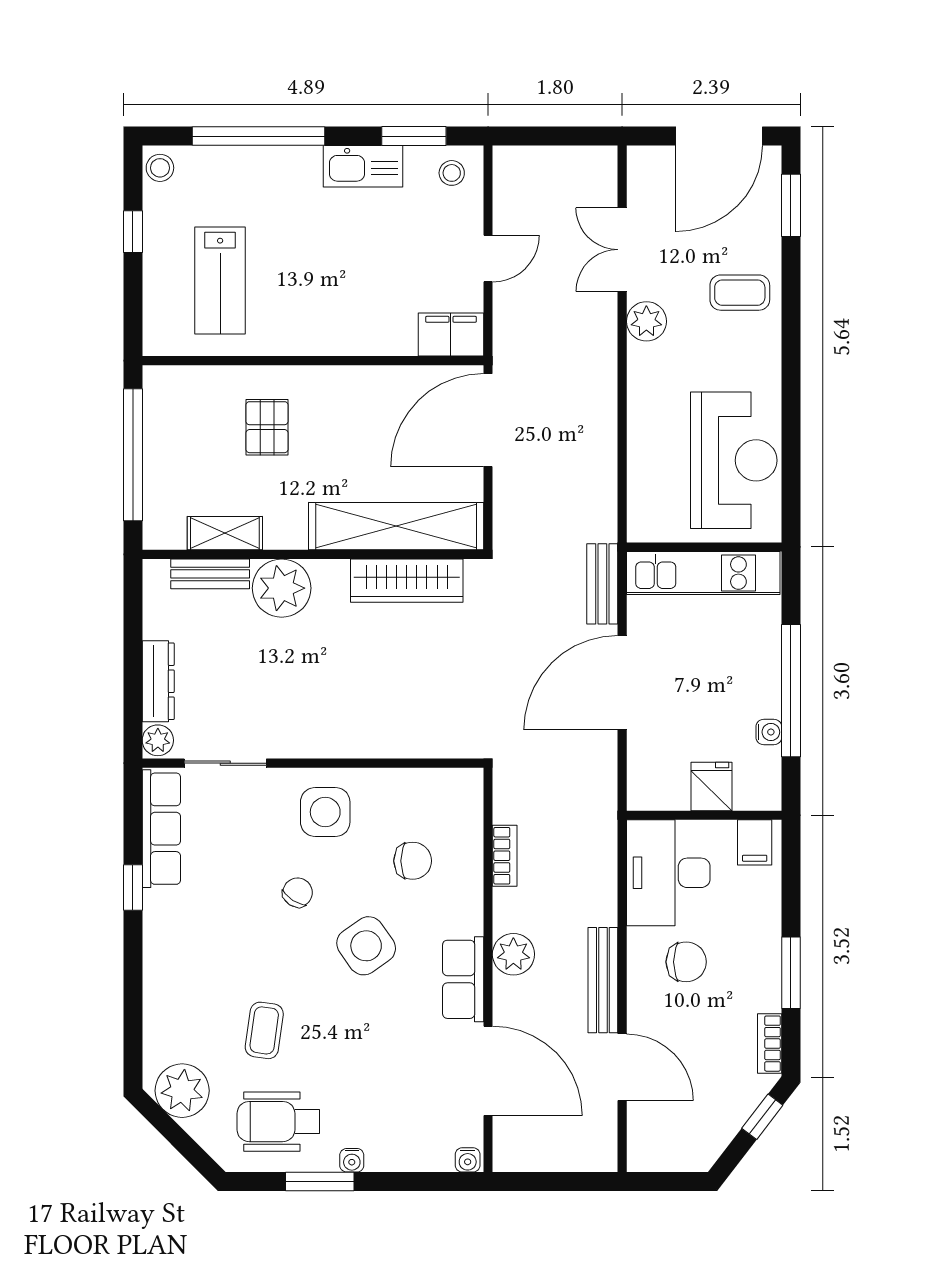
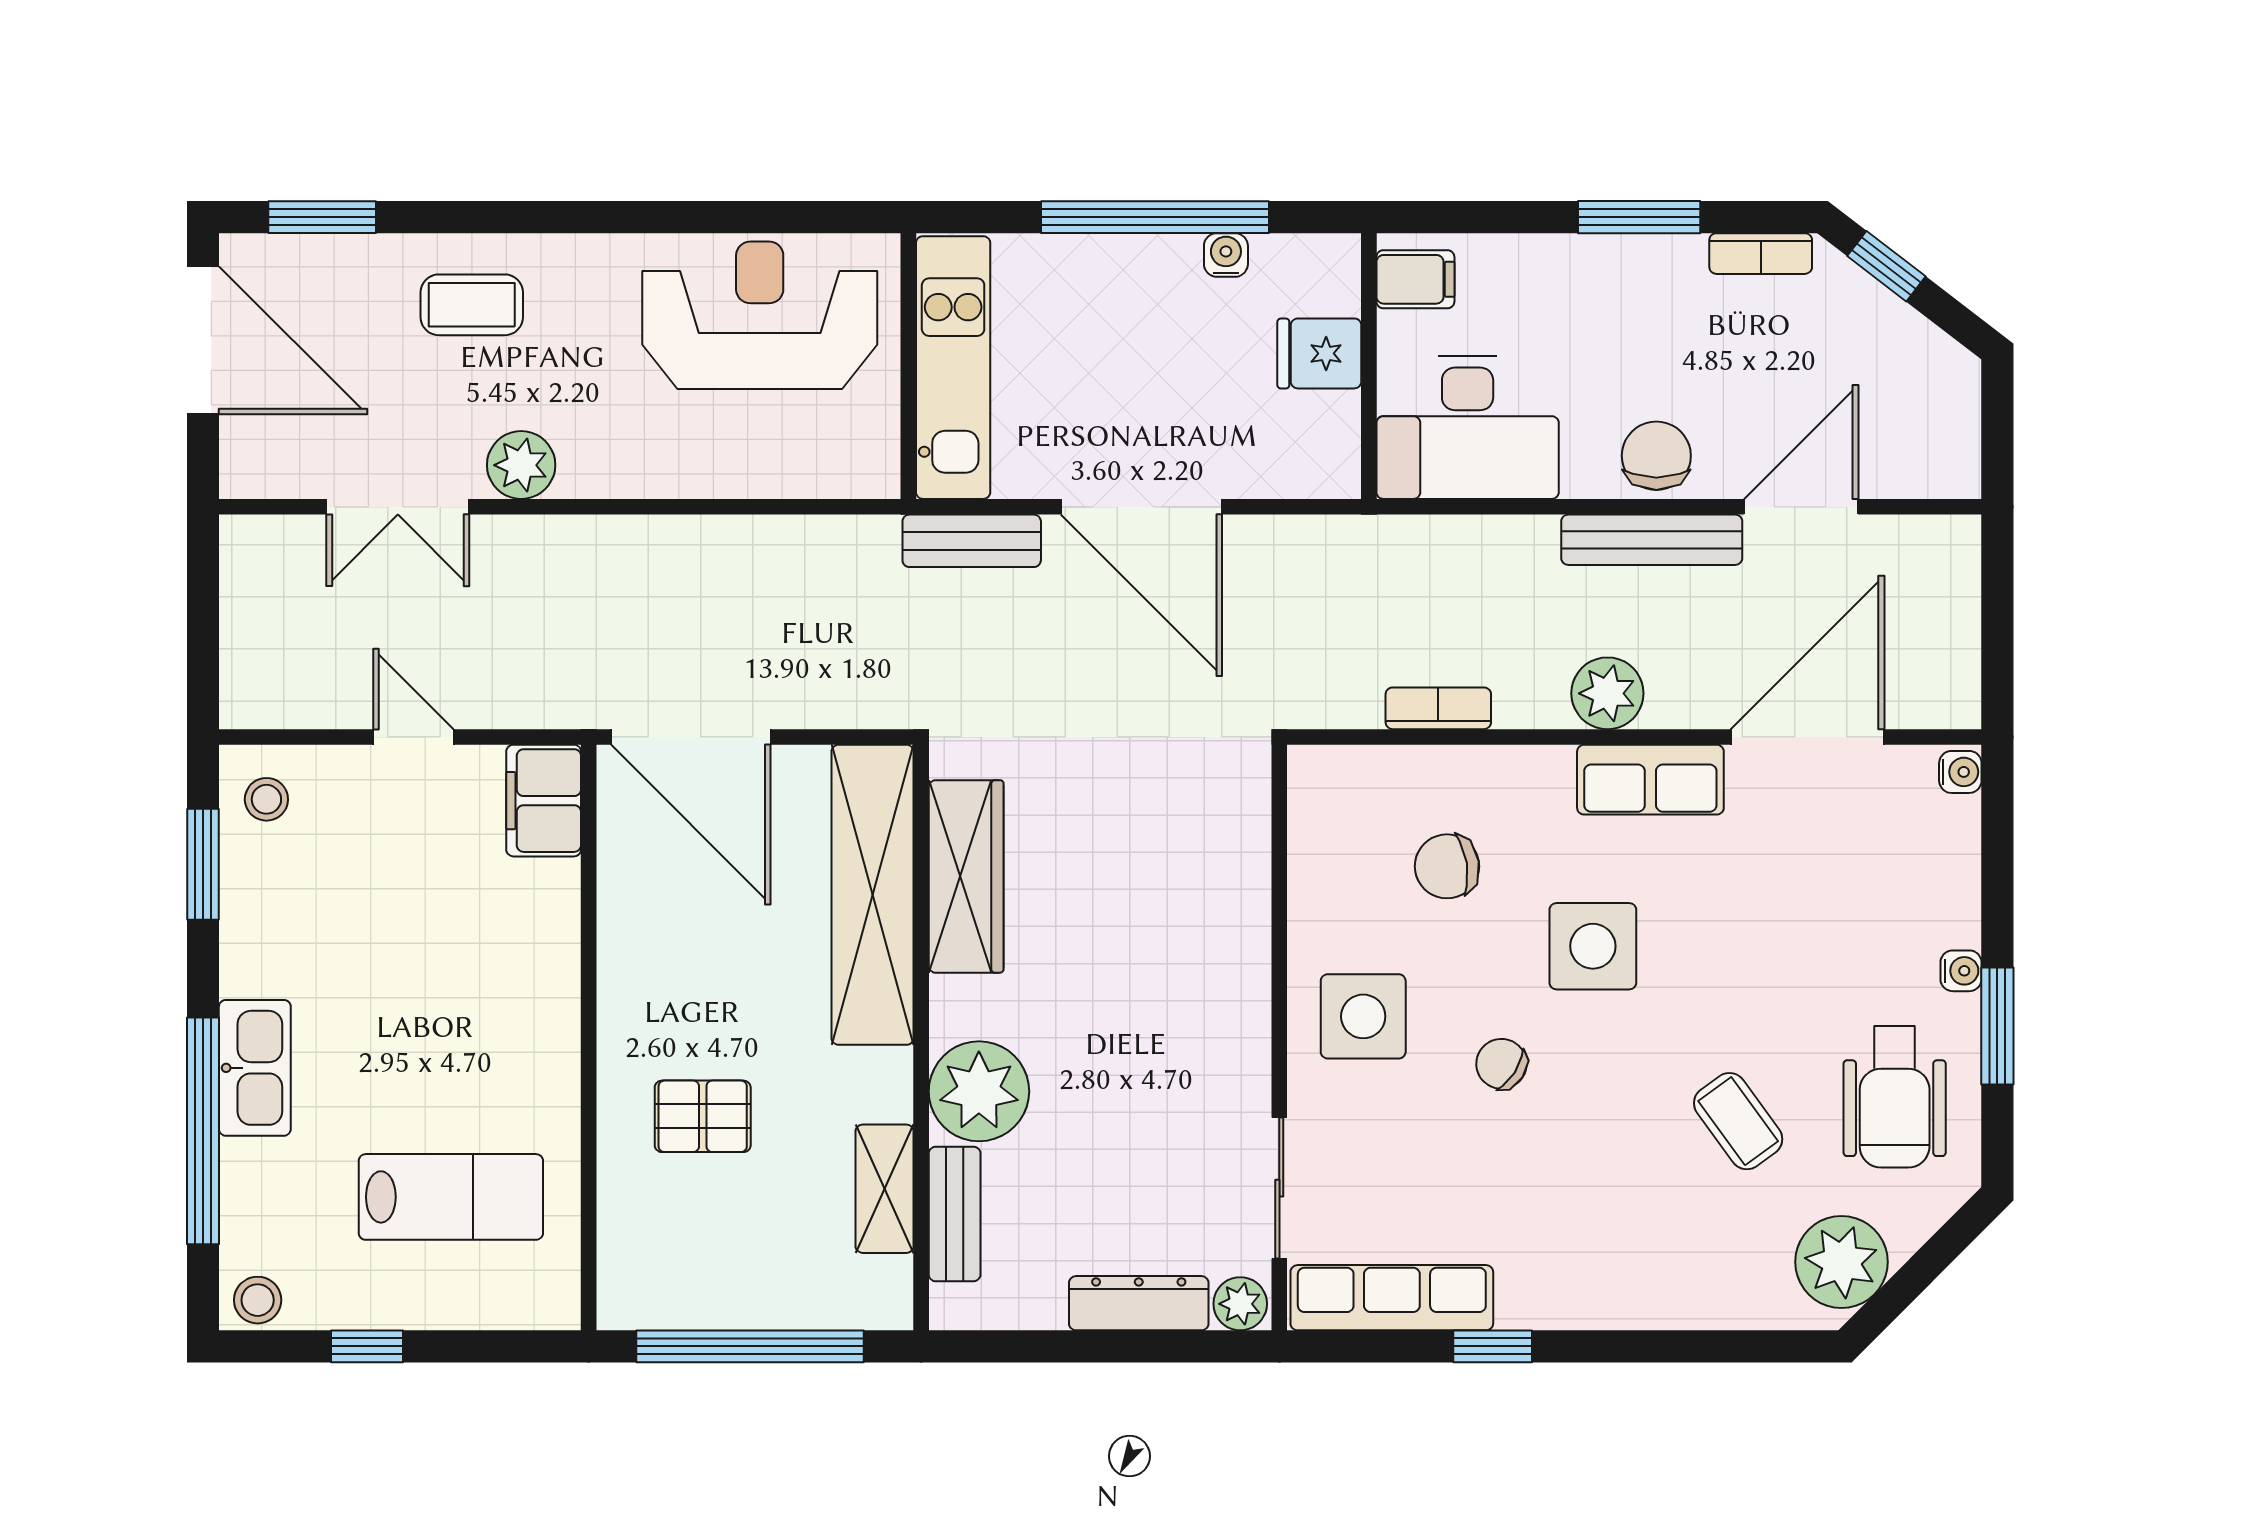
kitchen sink: (363, 166) -> (255, 1068), moved
coffee table: (740, 293) -> (472, 305), turned 90
chair: (413, 861) -> (1447, 866), turned -99
side table: (366, 946) -> (1593, 946), turned 35
chair: (686, 962) -> (1656, 456), moved
coffee table: (264, 1030) -> (1738, 1121), turned 46

